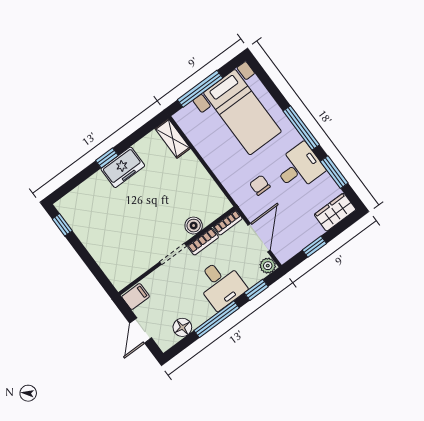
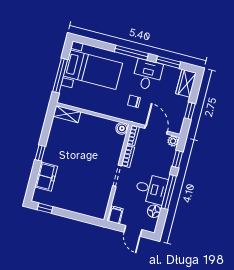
freezer: (123, 167) -> (46, 177), moved
boiler: (194, 226) -> (122, 128), moved
desk: (221, 284) -> (151, 189), moved

